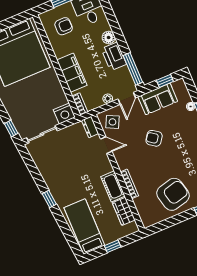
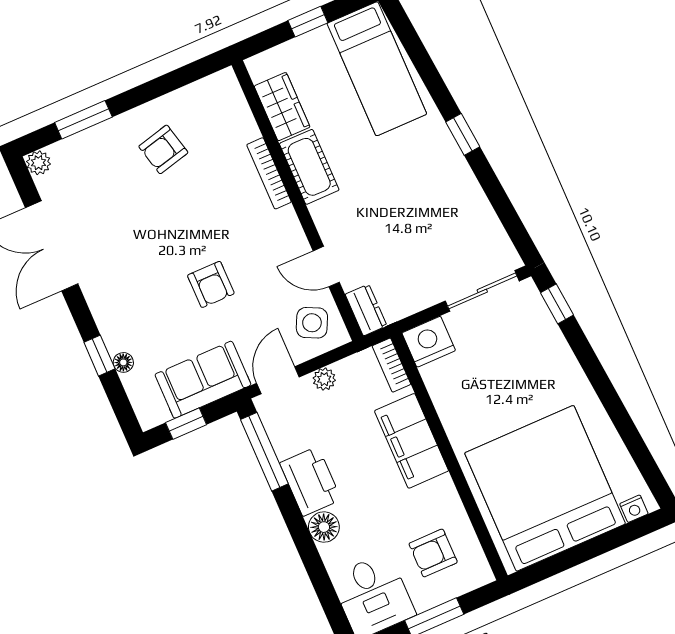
armchair: (154, 138) -> (211, 284), turned 54
armchair: (173, 194) -> (163, 149), width x0.53, depth x0.53

